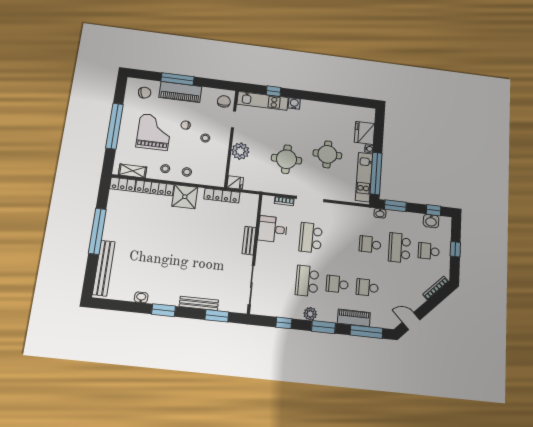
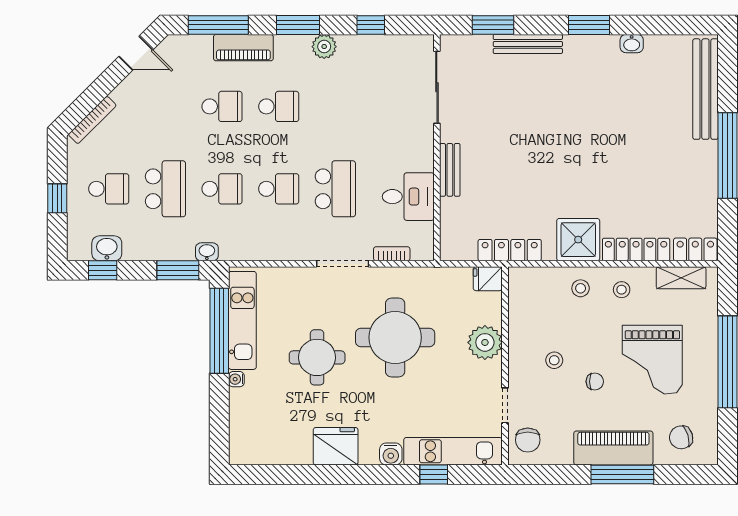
fridge: (365, 133) -> (336, 446), moved, turned -90
round table: (287, 159) -> (395, 337), width x1.36, depth x1.36
school desk: (307, 281) -> (279, 189), moved, width x0.54

